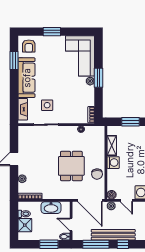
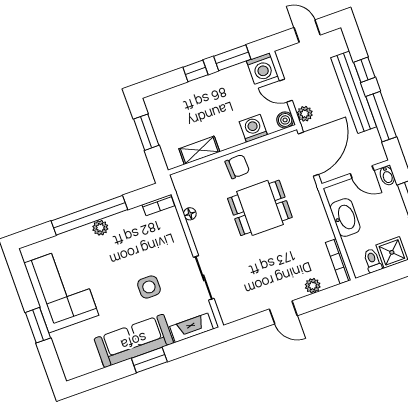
armchair: (29, 46) -> (77, 356), removed
corner sofa: (80, 56) -> (61, 289), moved, turned -90
window: (14, 61) -> (149, 360), moved
window: (99, 78) -> (89, 215), width x2.11
side table: (47, 105) -> (149, 287), moved
washing machine: (113, 163) -> (253, 128), moved
chair: (97, 174) -> (237, 167), moved
door: (126, 200) -> (286, 91), swing flipped
door: (71, 225) -> (362, 172), hinge flipped

